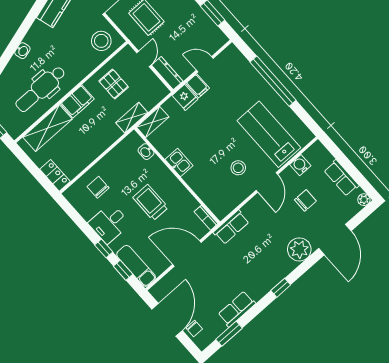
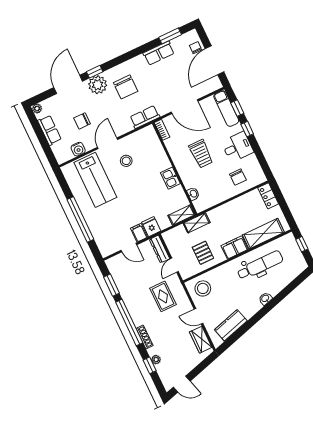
chair: (265, 257) -> (126, 87), added
window: (281, 288) -> (95, 72), moved

